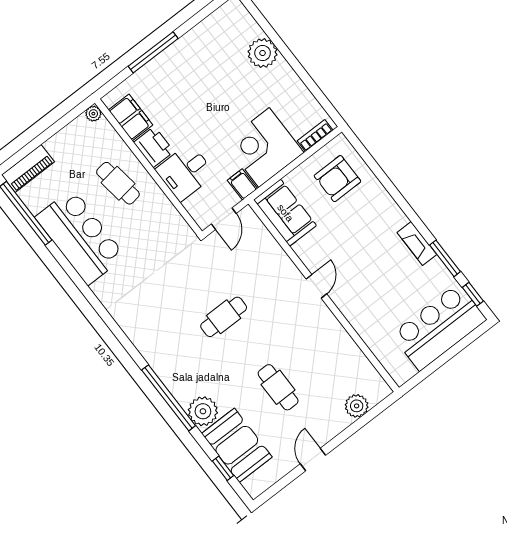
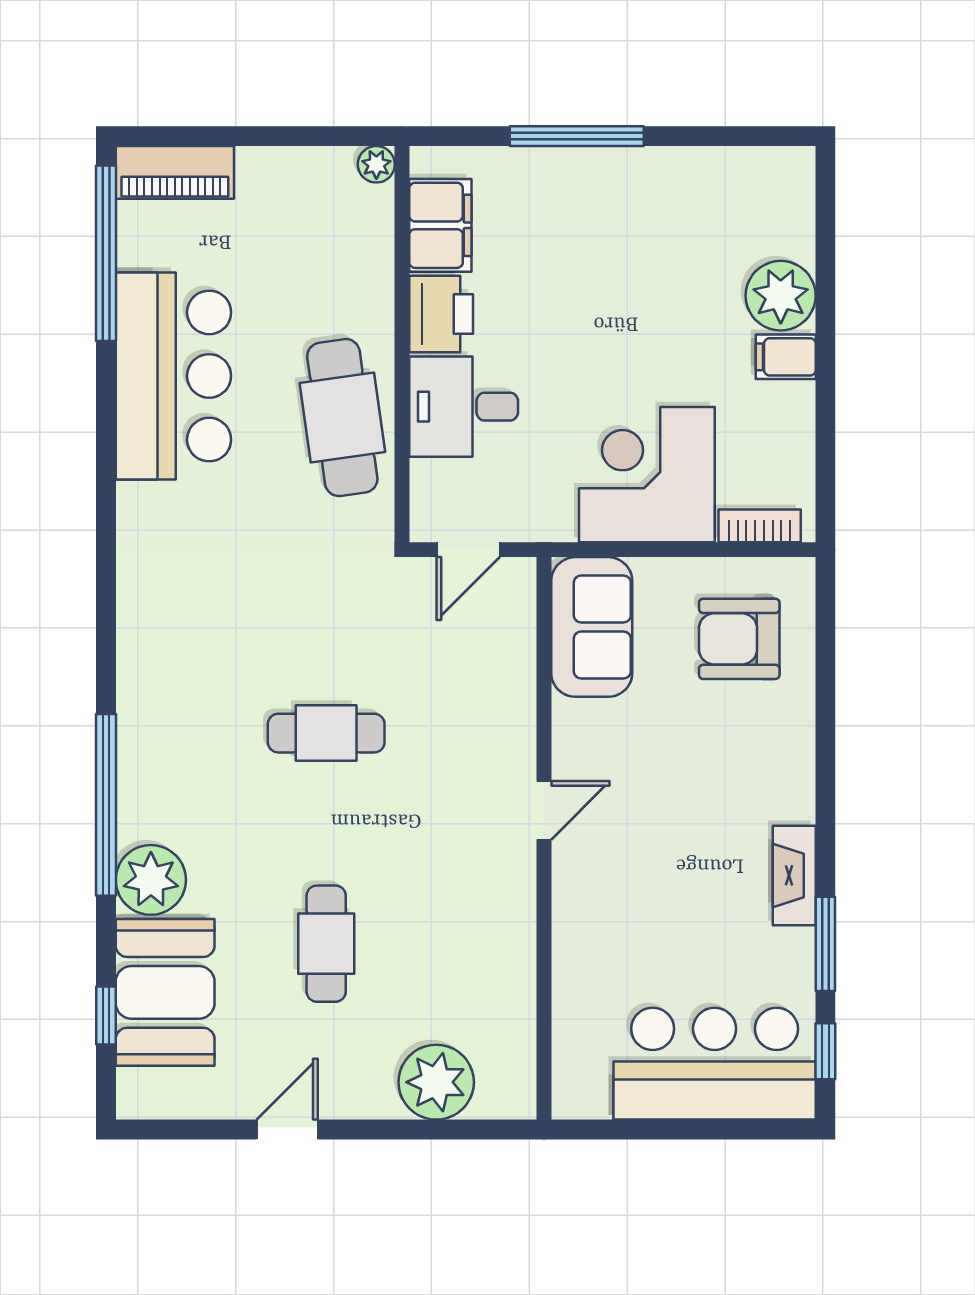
cafe table: (118, 183) -> (342, 418), moved, width x1.37, depth x1.35
filing cabinet: (242, 184) -> (786, 357), moved, turned -90
plant: (357, 406) -> (436, 1082), width x1.36, depth x1.36

